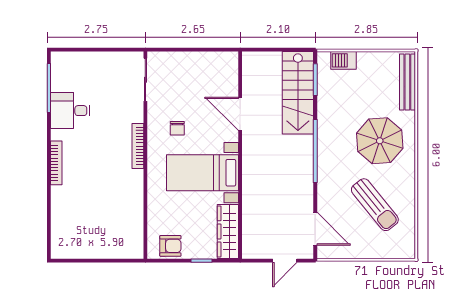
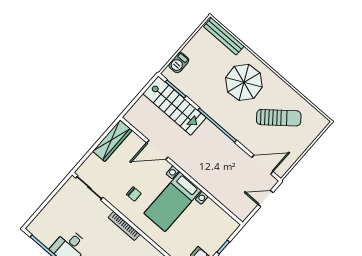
wardrobe: (228, 231) -> (112, 141), moved, turned -90
door: (285, 261) -> (266, 199), swing flipped

